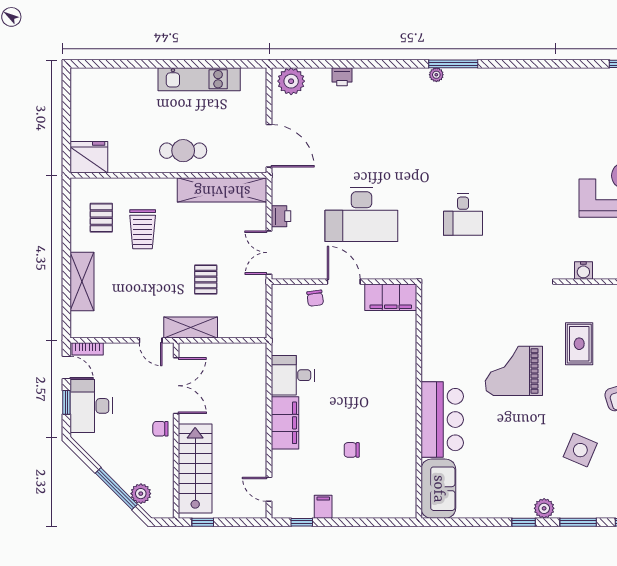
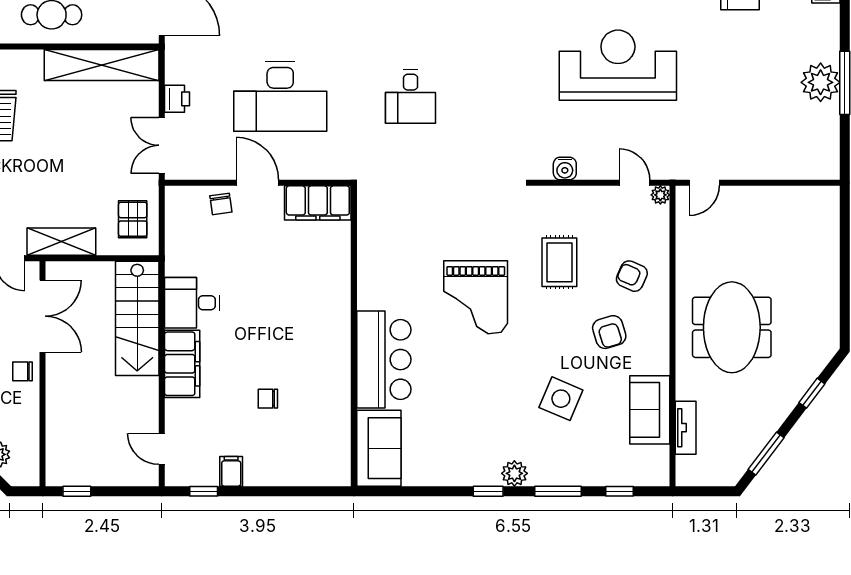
pallet: (206, 280) -> (133, 219), moved
grand piano: (514, 371) -> (476, 297), turned -90
stairs: (195, 469) -> (137, 318), moved, turned 180

